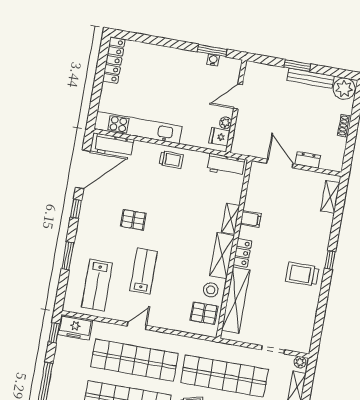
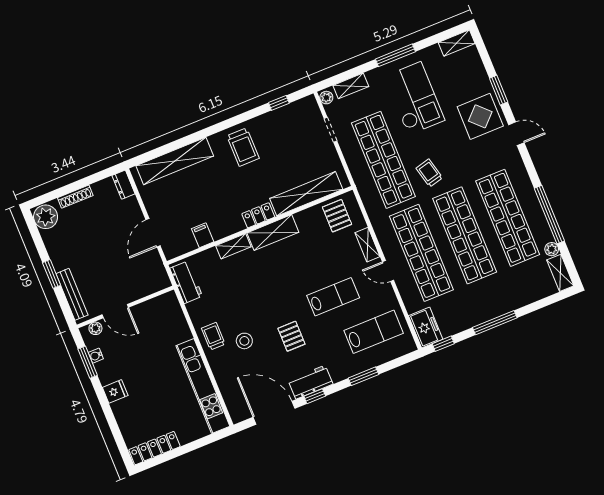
bench: (310, 78) -> (72, 294), moved
plant: (226, 123) -> (95, 328), moved
shoe rack: (345, 126) -> (75, 197), width x1.43
fridge: (219, 137) -> (115, 391), moved, turned -90
workbench: (114, 146) -> (310, 382), moved, turned -90
dresser: (308, 160) -> (123, 185), moved
shelving: (330, 197) -> (175, 161), width x2.20, depth x1.33
filing cabinet: (251, 219) -> (203, 235), moved
window: (330, 260) -> (279, 103), moved
lab bench: (144, 271) -> (333, 297), turned 180
stool: (211, 290) -> (244, 341), moved
shelving: (167, 323) -> (367, 245), added

